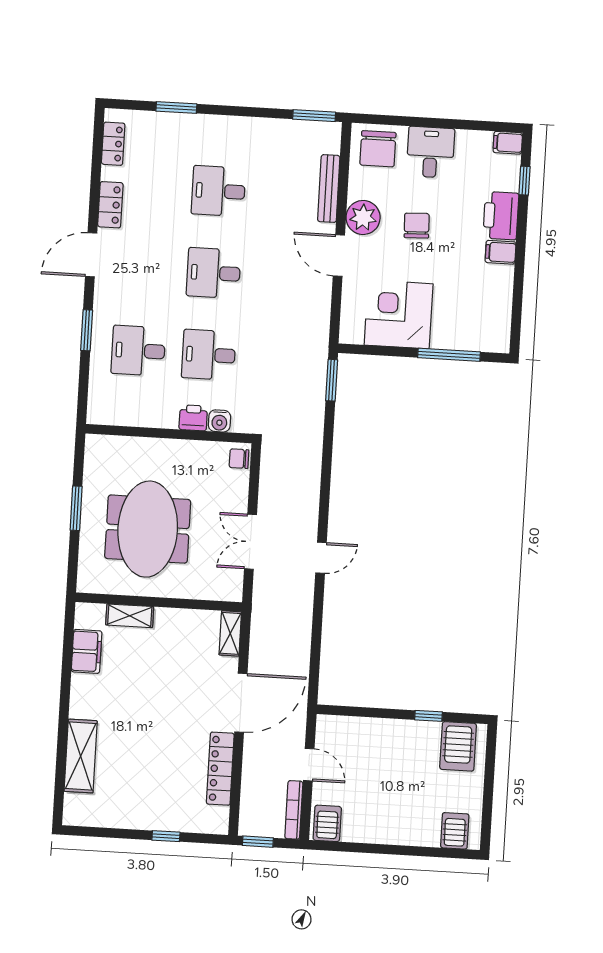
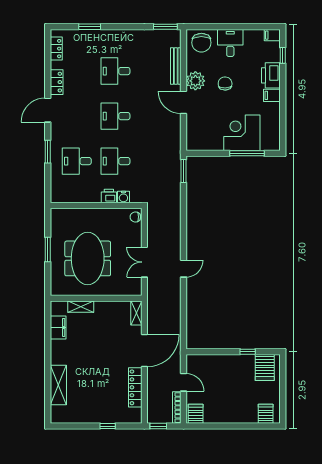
corner desk: (399, 314) -> (242, 133), moved

